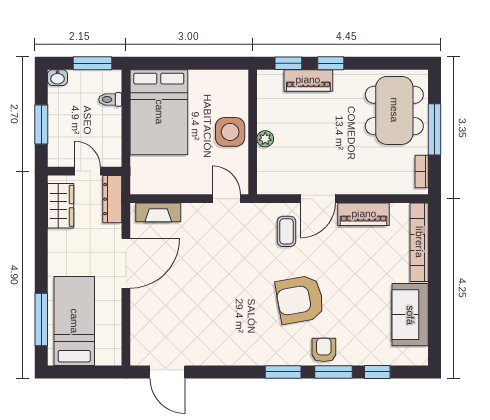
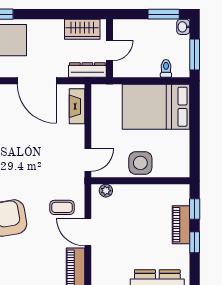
window: (41, 124) -> (164, 14), moved
plant: (265, 139) -> (106, 191), moved

